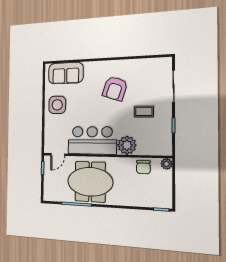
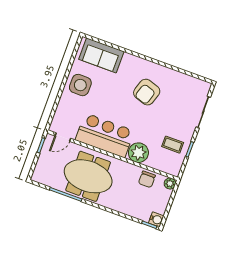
coffee table: (144, 112) -> (173, 145), moved
water cooler: (166, 202) -> (156, 219), added

